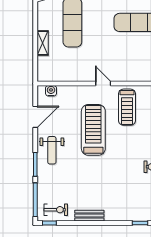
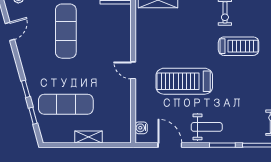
door: (103, 84) -> (133, 70), hinge flipped
treadmill: (127, 107) -> (239, 46), moved

